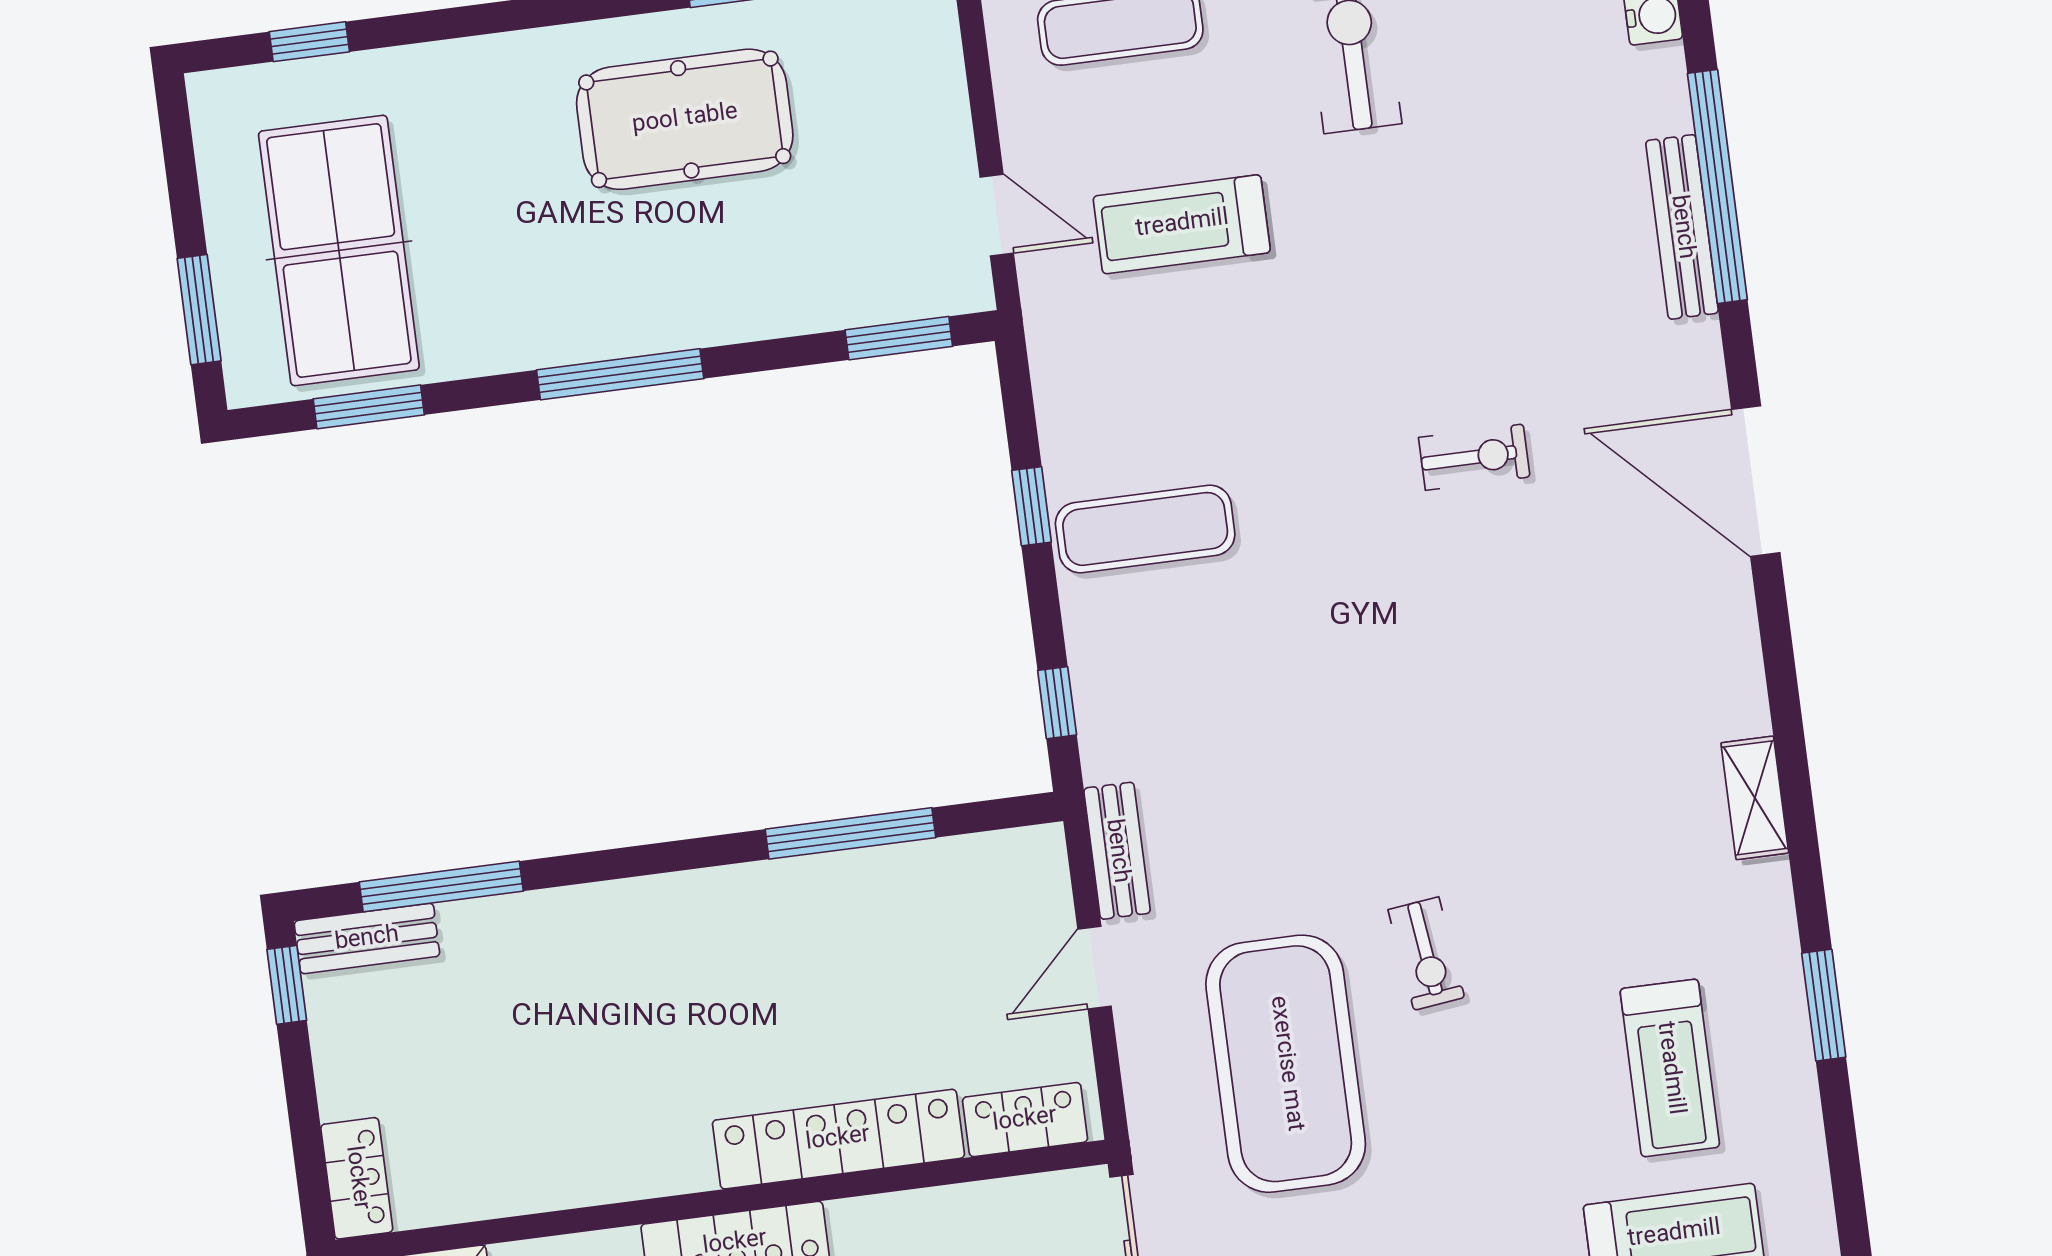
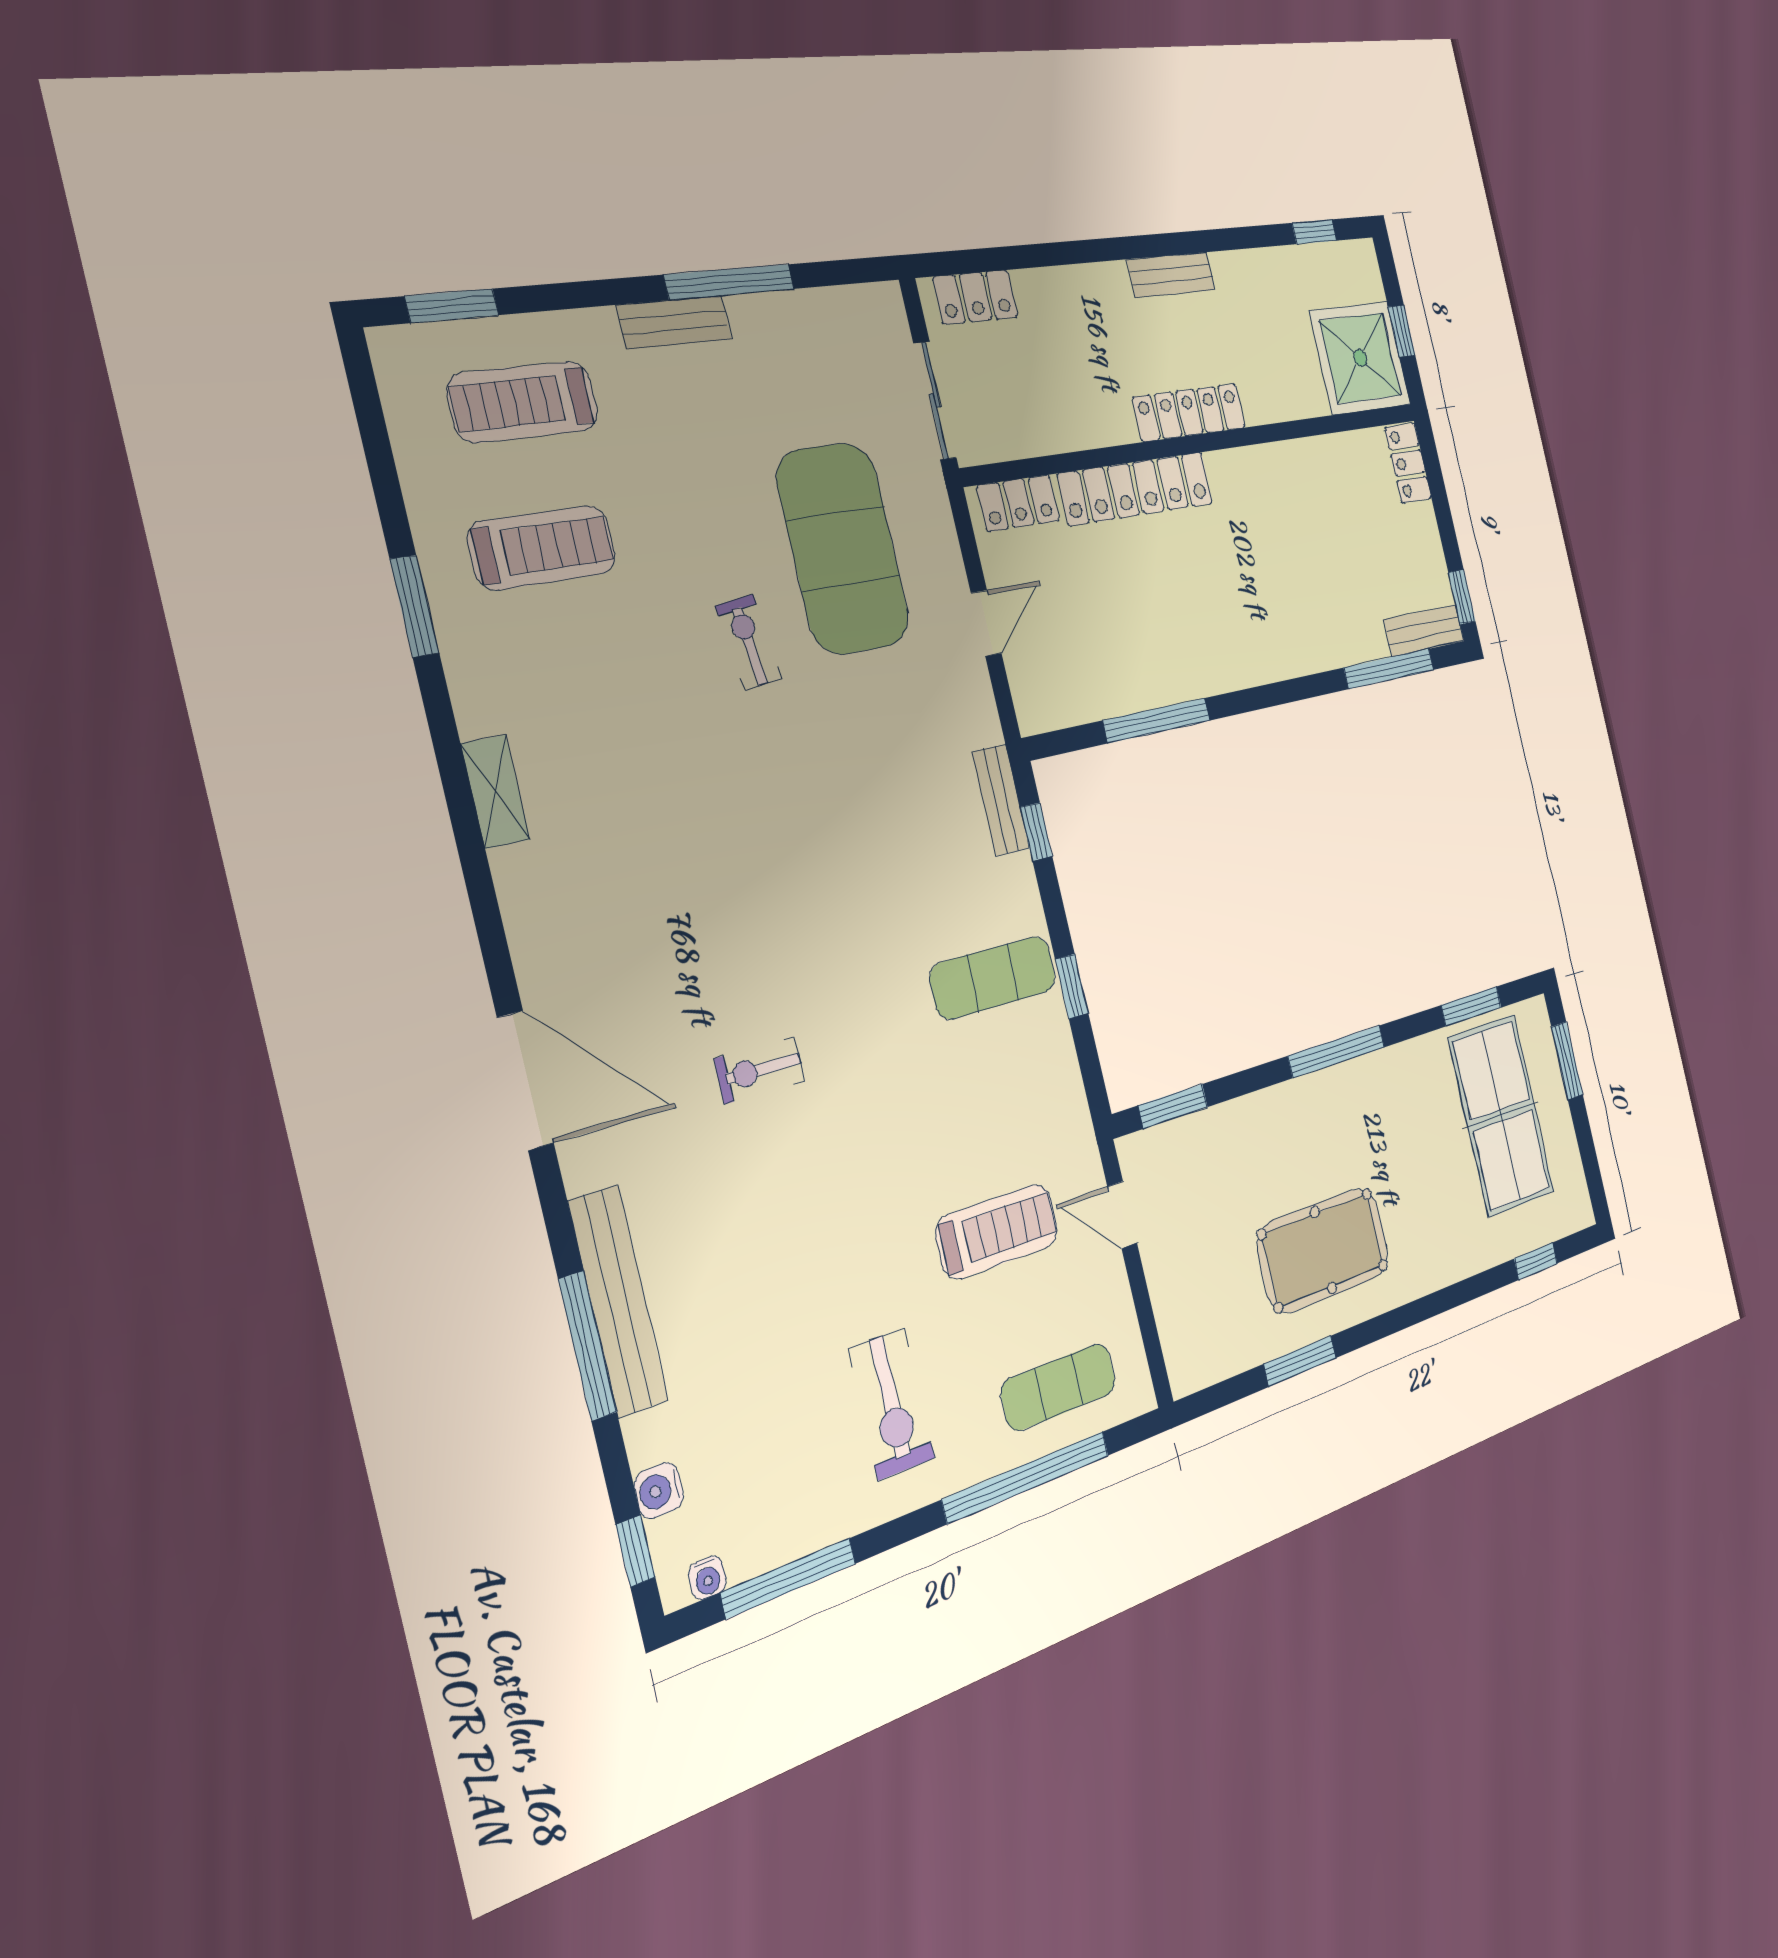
window: (1717, 186) -> (587, 1346), width x0.68
bench: (1682, 227) -> (618, 1301), width x1.37, depth x1.21
bench: (1117, 851) -> (1001, 800), moved
treadmill: (1670, 1068) -> (542, 548), turned 90

